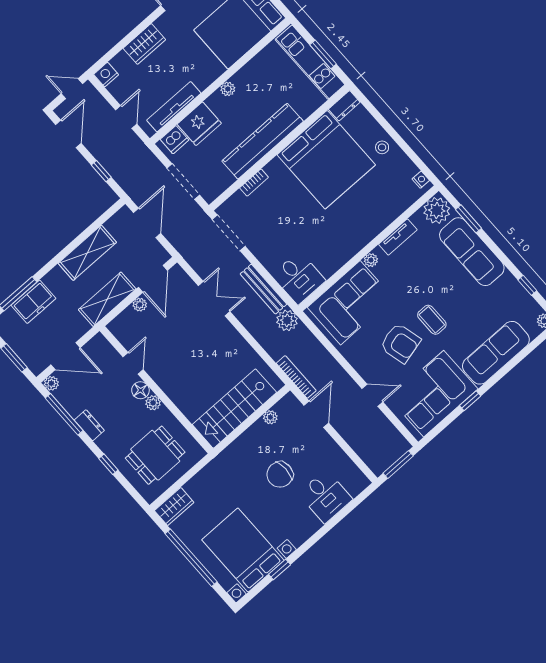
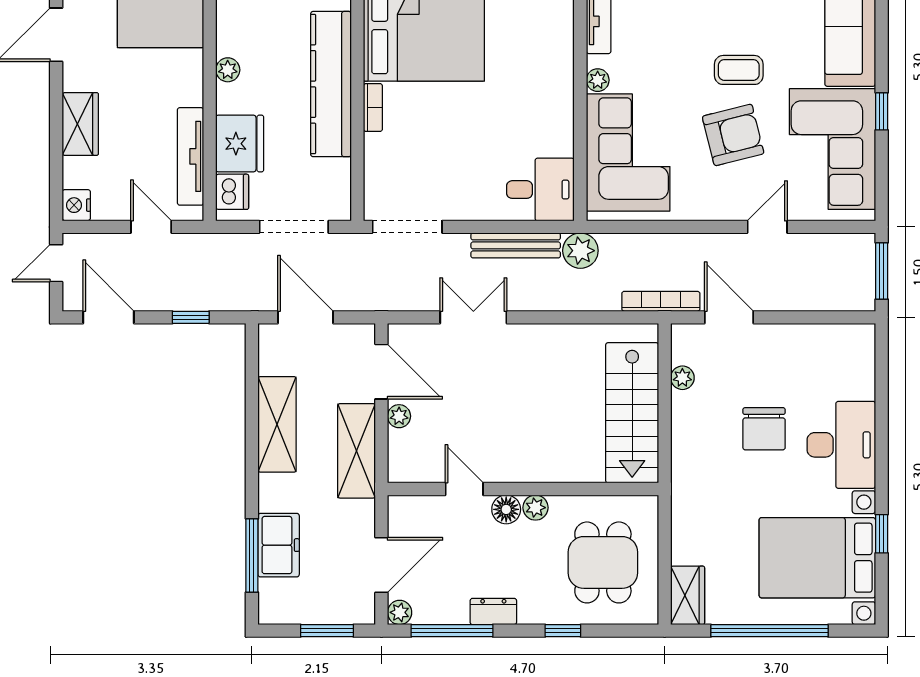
bookcase: (254, 183) -> (373, 108), moved
desk: (325, 497) -> (841, 445), moved, width x1.37

